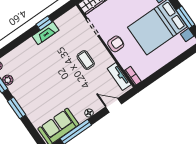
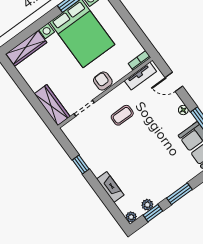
fireplace: (45, 33) -> (110, 187), moved
door: (114, 105) -> (174, 82), hinge flipped

